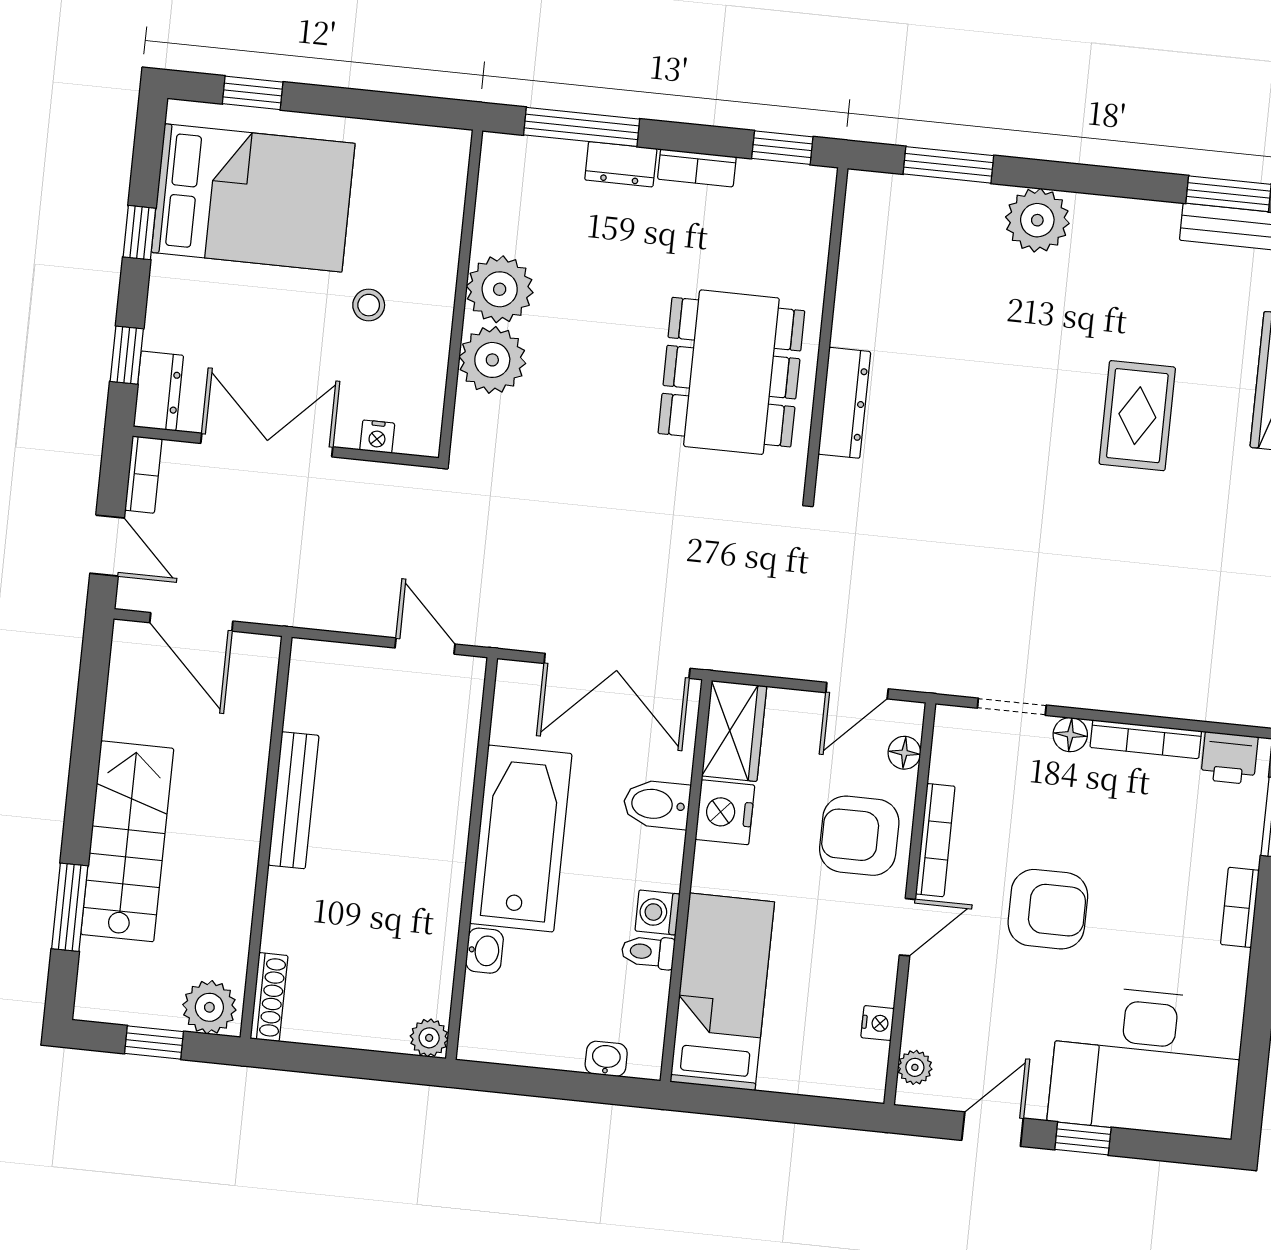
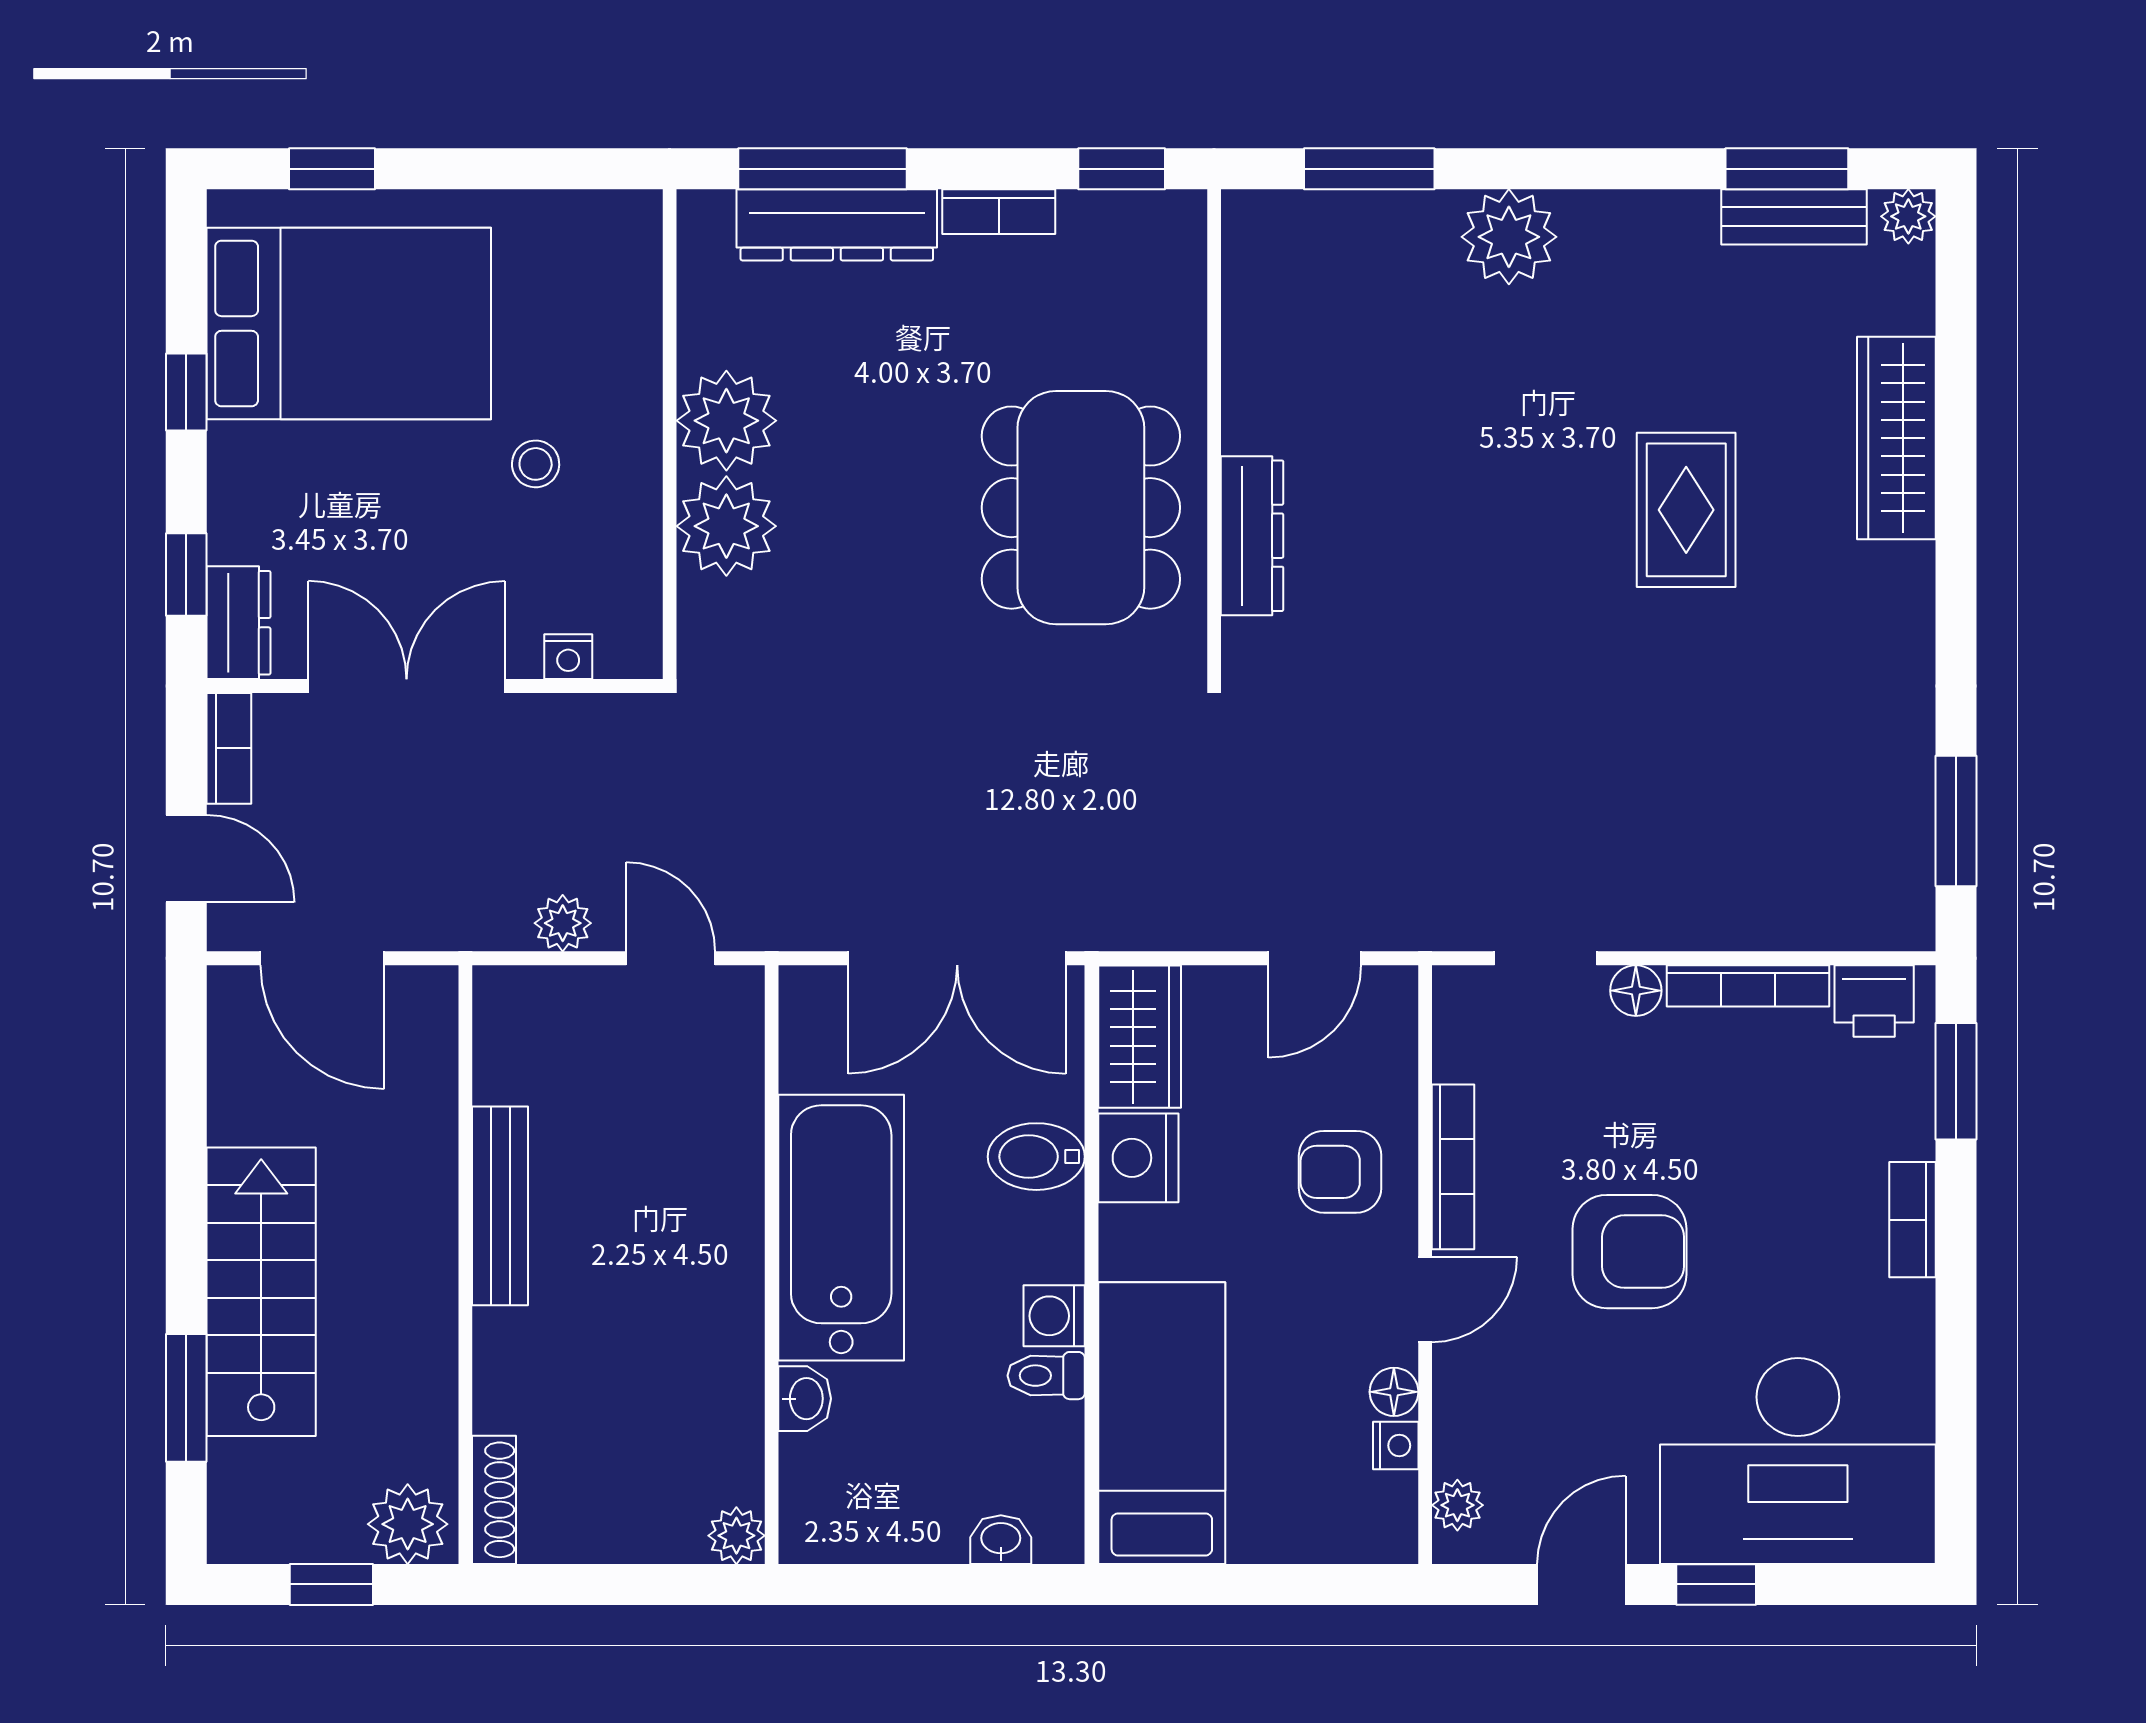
dresser: (621, 164) -> (837, 225), width x1.96, depth x1.24
plant: (355, 615) -> (563, 923), added
floor lamp: (904, 753) -> (1394, 1392), moved
armchair: (859, 836) -> (1340, 1172), width x0.72, depth x0.72

